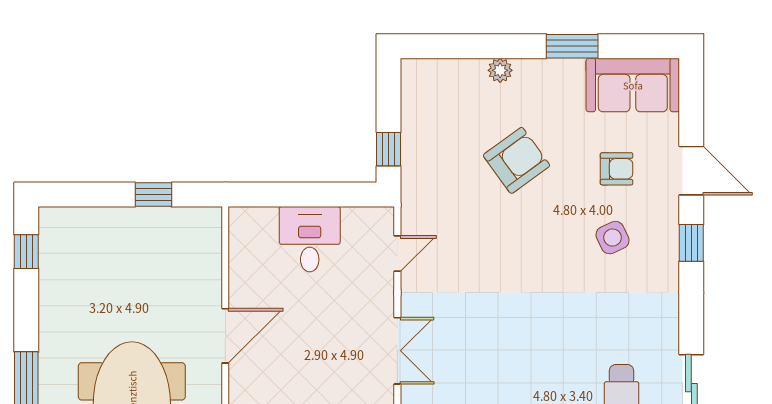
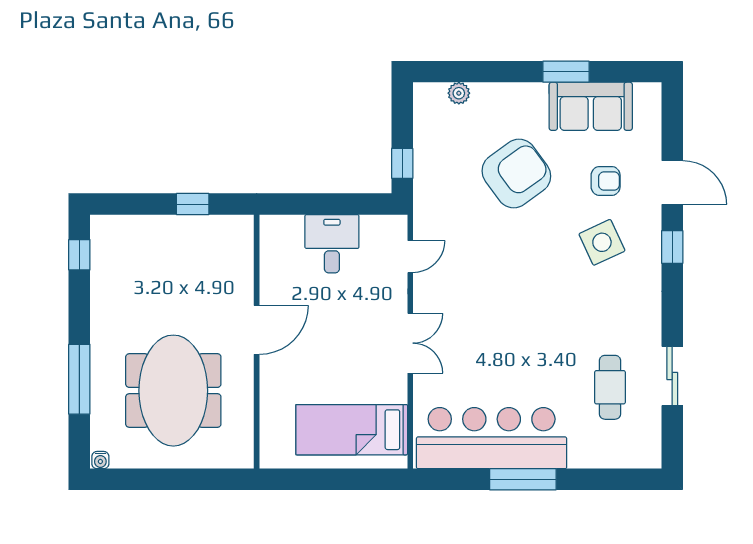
plant: (500, 70) -> (459, 93), moved
sofa: (633, 85) -> (591, 106), moved
armchair: (517, 160) -> (516, 173), width x1.36, depth x1.36
side table: (612, 238) -> (602, 242), width x1.37, depth x1.37

